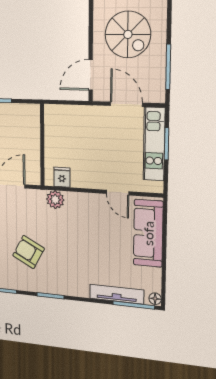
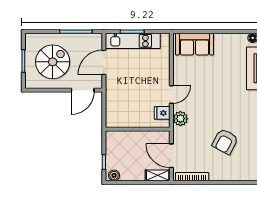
door: (91, 75) -> (83, 90), hinge flipped
door: (118, 193) -> (171, 95), moved
sofa: (148, 233) -> (195, 44), width x0.73

